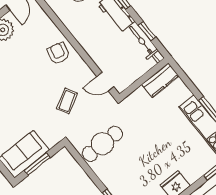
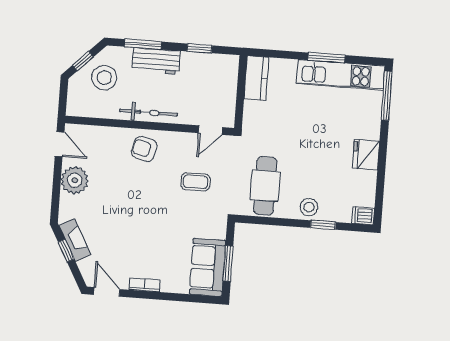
bicycle: (145, 45) -> (148, 112), moved, turned 180
coffee table: (67, 101) -> (195, 182), turned -61
stool: (114, 181) -> (309, 207), added

